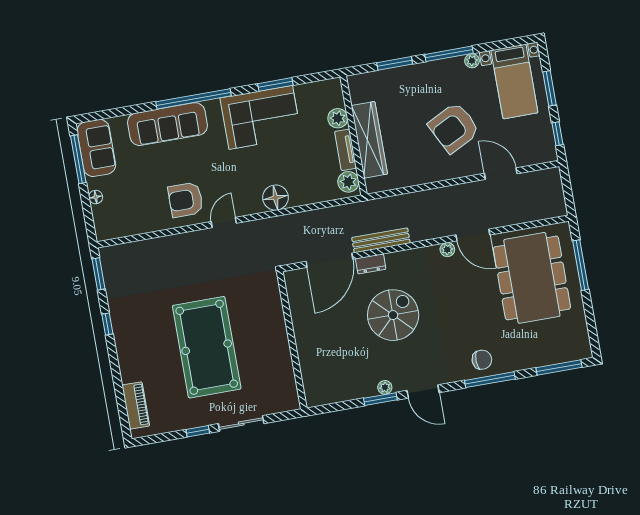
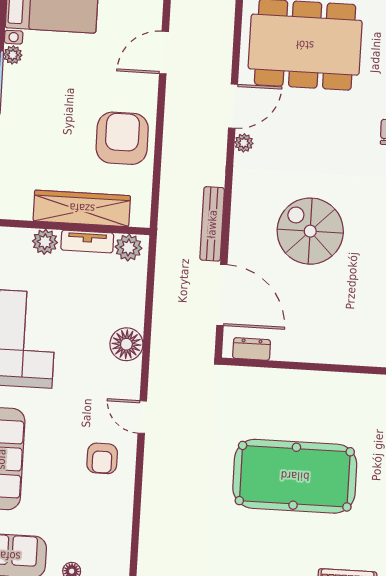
armchair: (454, 128) -> (122, 138), moved, turned -153
armchair: (186, 200) -> (102, 458), width x0.72, depth x0.72
dresser: (371, 264) -> (252, 349), moved, turned -90

